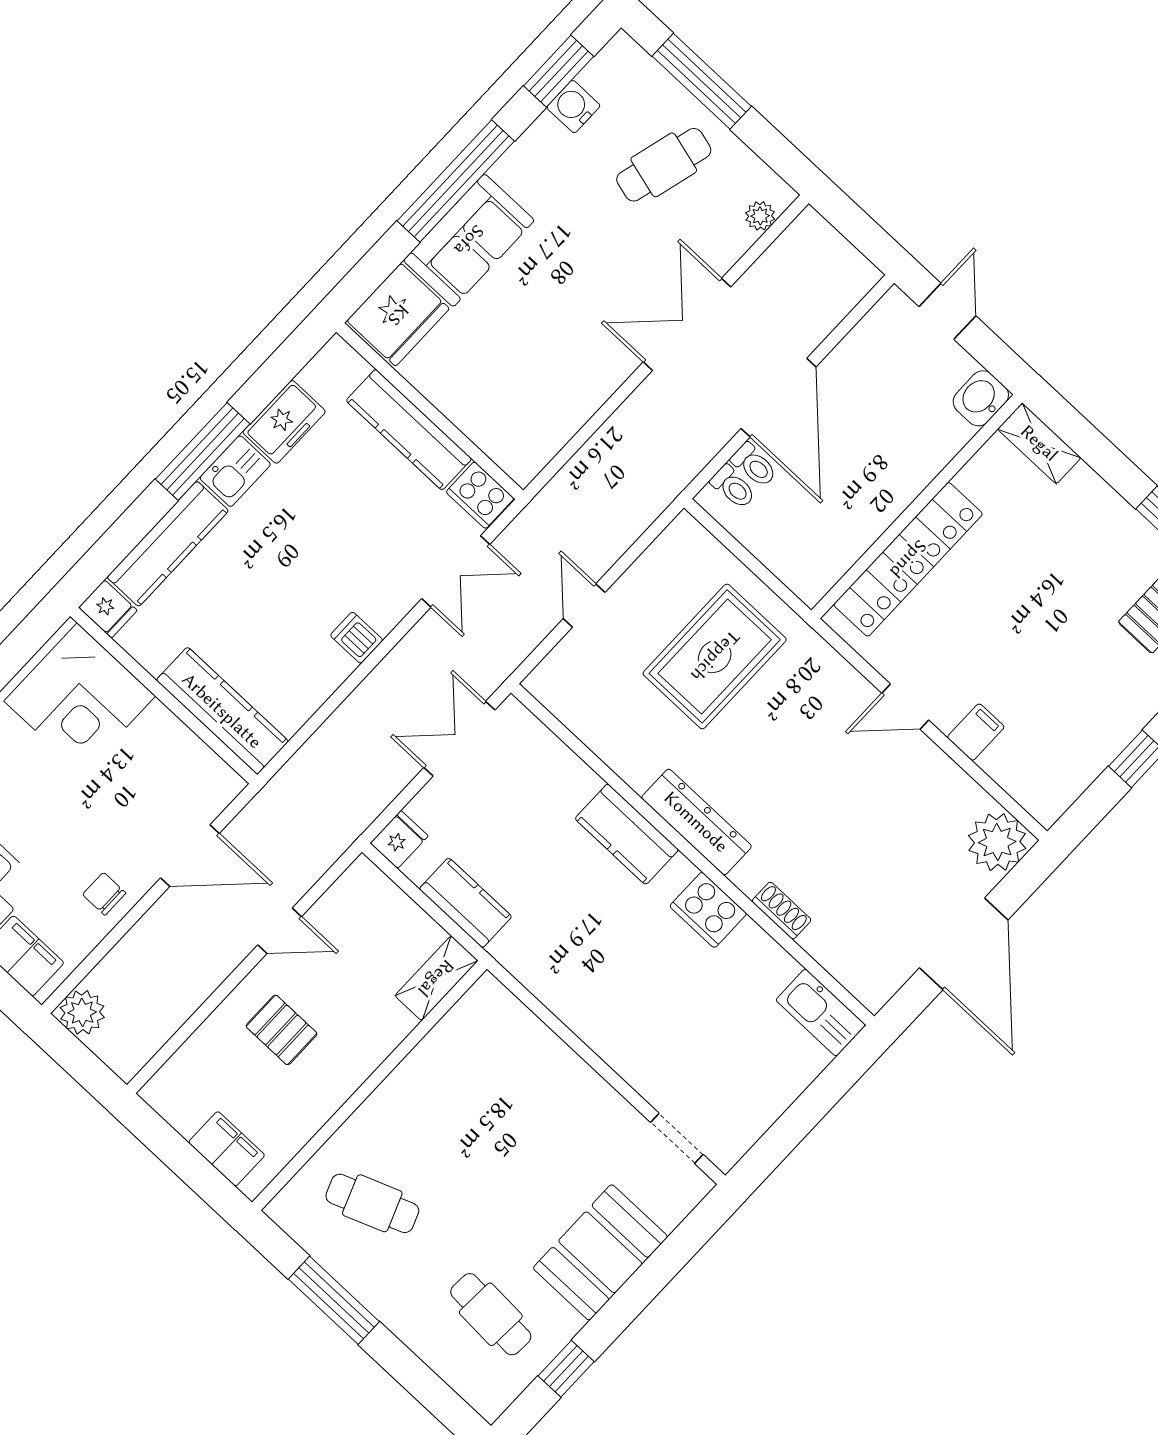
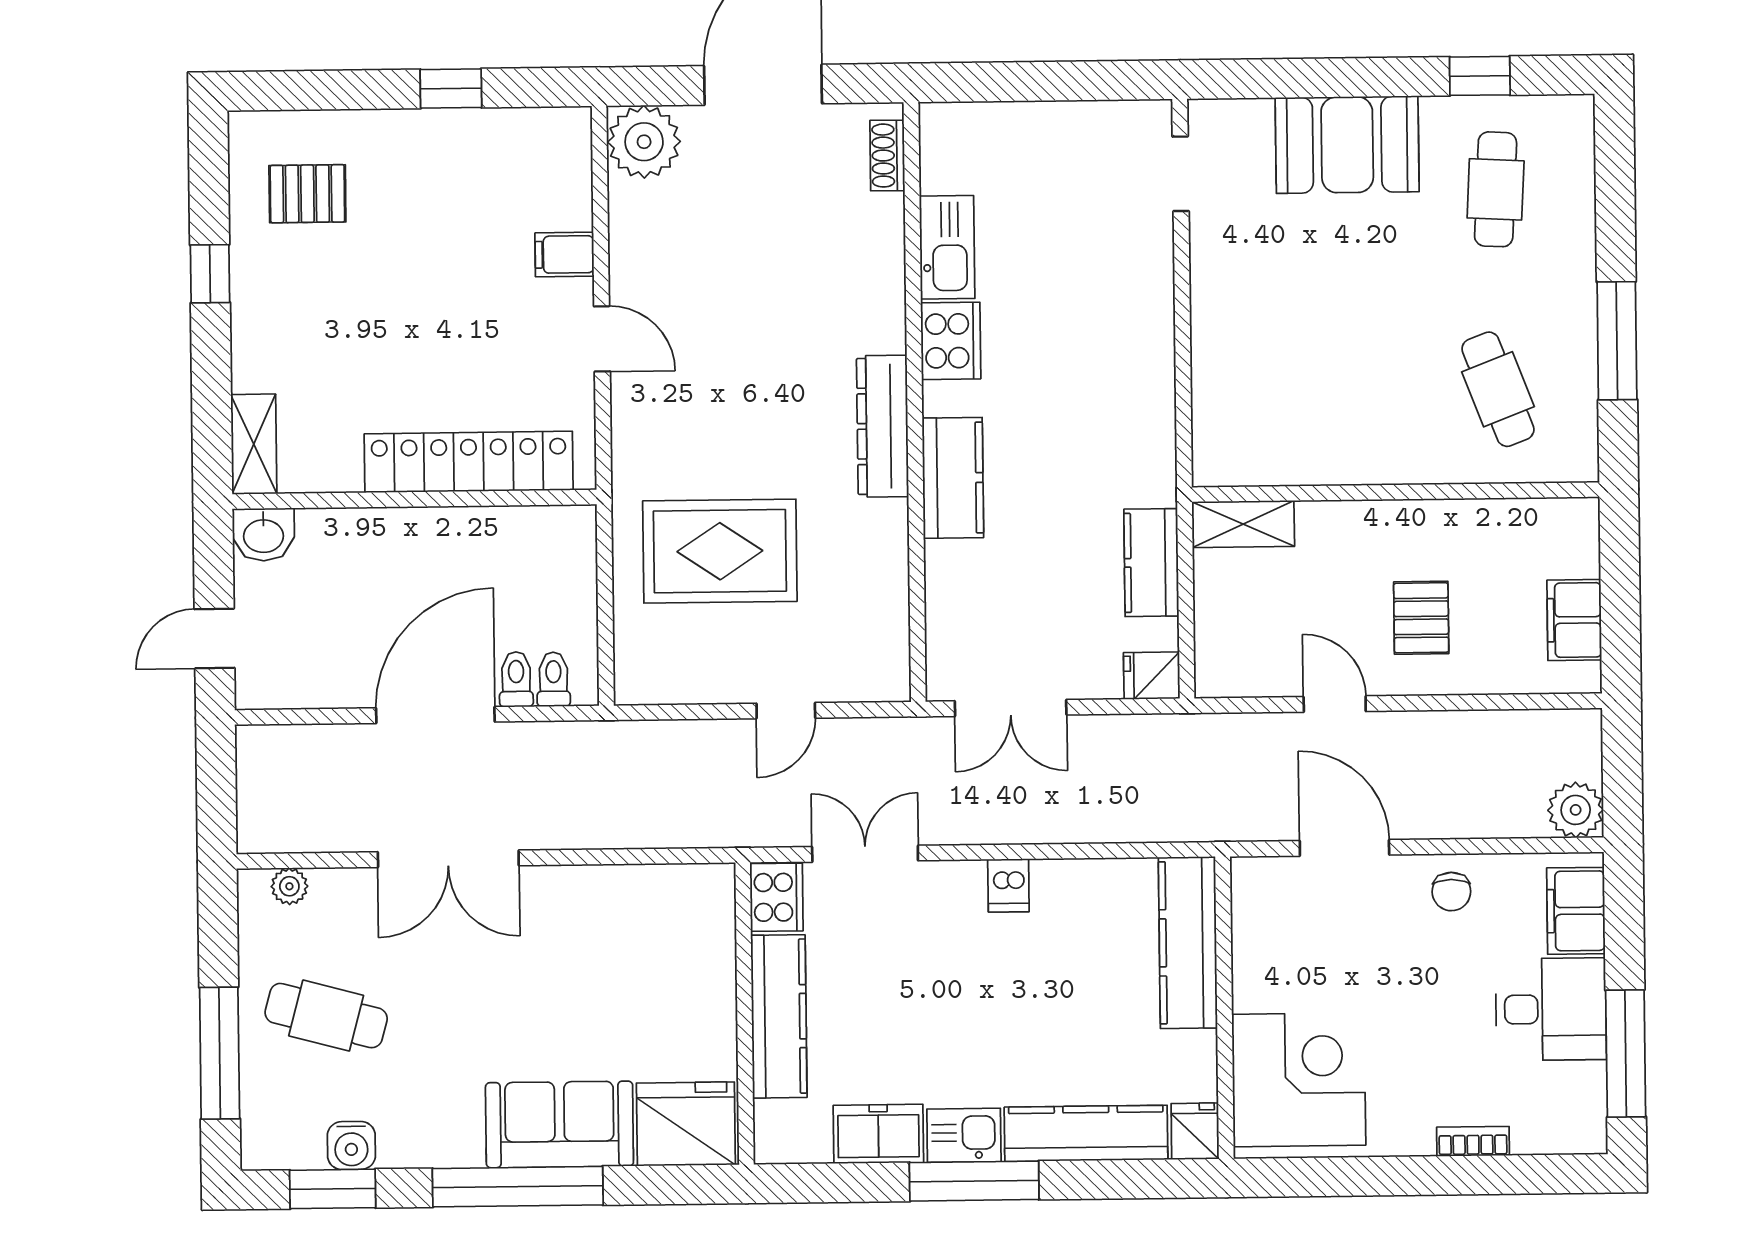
shoe rack: (782, 911) -> (887, 155), moved
kitchen sink: (821, 1013) -> (947, 247), moved
filing cabinet: (227, 1149) -> (1574, 620), moved

